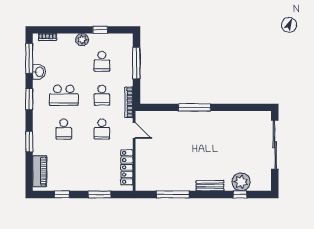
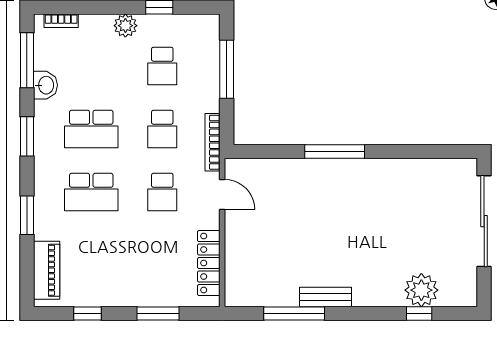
school desk: (64, 129) -> (91, 192), width x1.85
bench: (210, 186) -> (326, 297), moved

